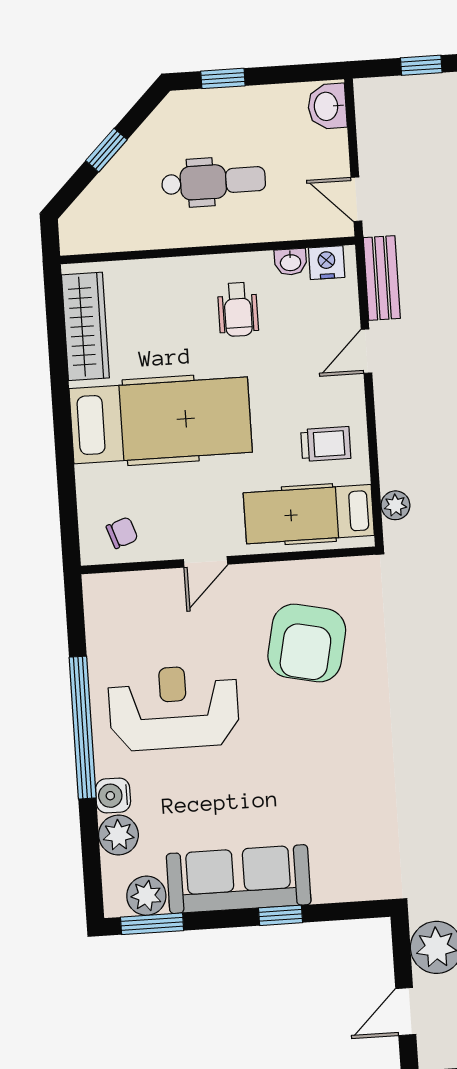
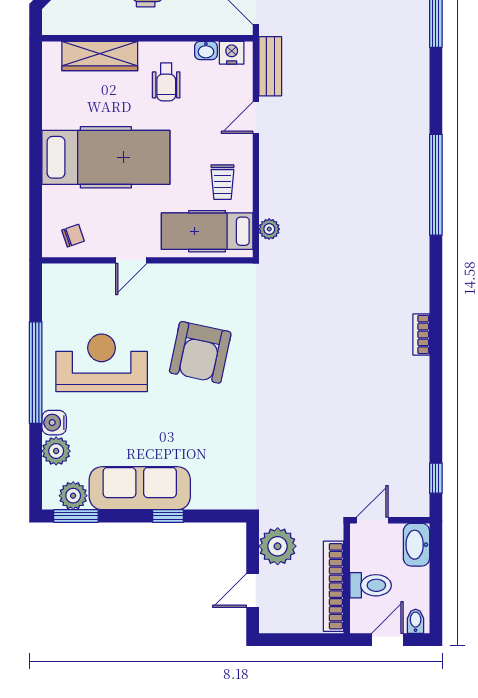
wardrobe: (85, 326) -> (100, 56), moved, turned 90
trolley: (326, 444) -> (222, 182), turned 90
armchair: (307, 643) -> (200, 352), moved

